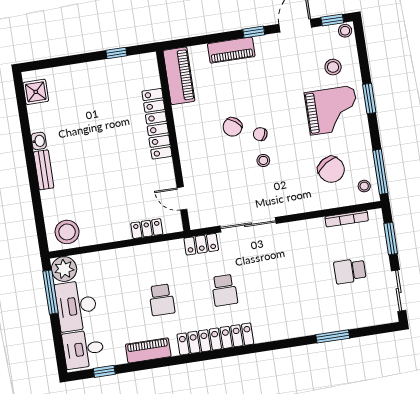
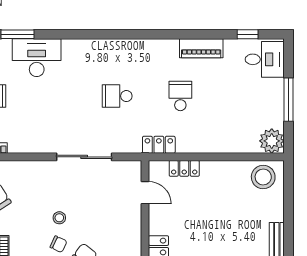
locker: (201, 244) -> (159, 145), moved
school desk: (224, 290) -> (117, 96), turned -90
window: (51, 292) -> (289, 100), moved
desk: (76, 306) -> (37, 58), moved, turned -90
locker: (215, 339) -> (133, 49), removed

